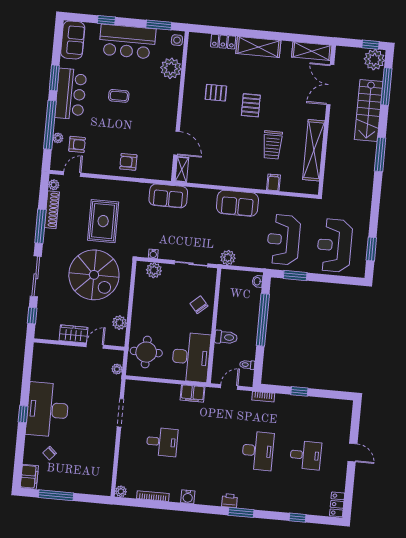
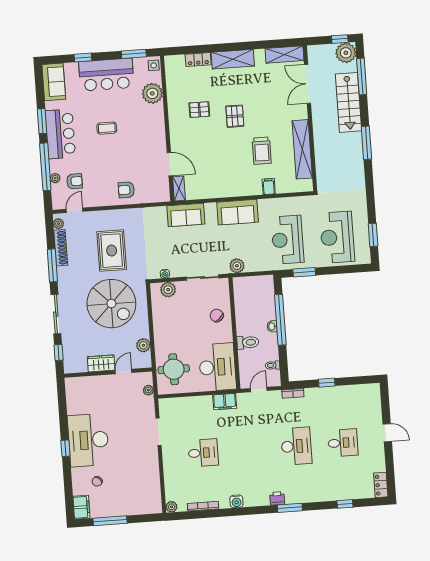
sofa: (168, 196) -> (186, 215), moved
washbasin: (257, 281) -> (272, 326), moved

